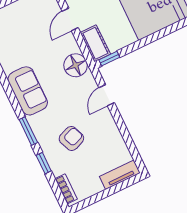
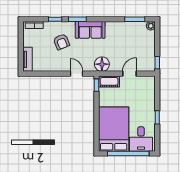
door: (70, 19) -> (129, 74), hinge flipped
sofa: (28, 91) -> (90, 30), moved

